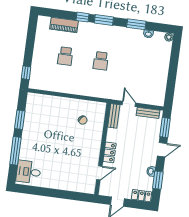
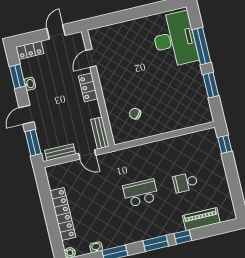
school desk: (65, 56) -> (185, 182), turned -90
school desk: (101, 61) -> (141, 193), width x1.85
locker: (163, 67) -> (63, 214), added
desk: (29, 172) -> (175, 39), width x1.87, depth x1.30

